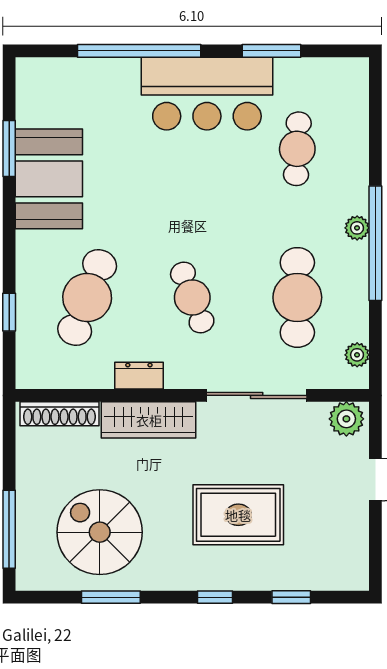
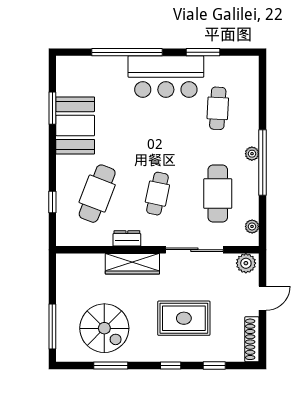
cafe table: (192, 297) -> (157, 194), turned 33
shoe rack: (60, 414) -> (252, 339), moved, turned 90
spiral stairs: (100, 532) -> (104, 328), turned 180

